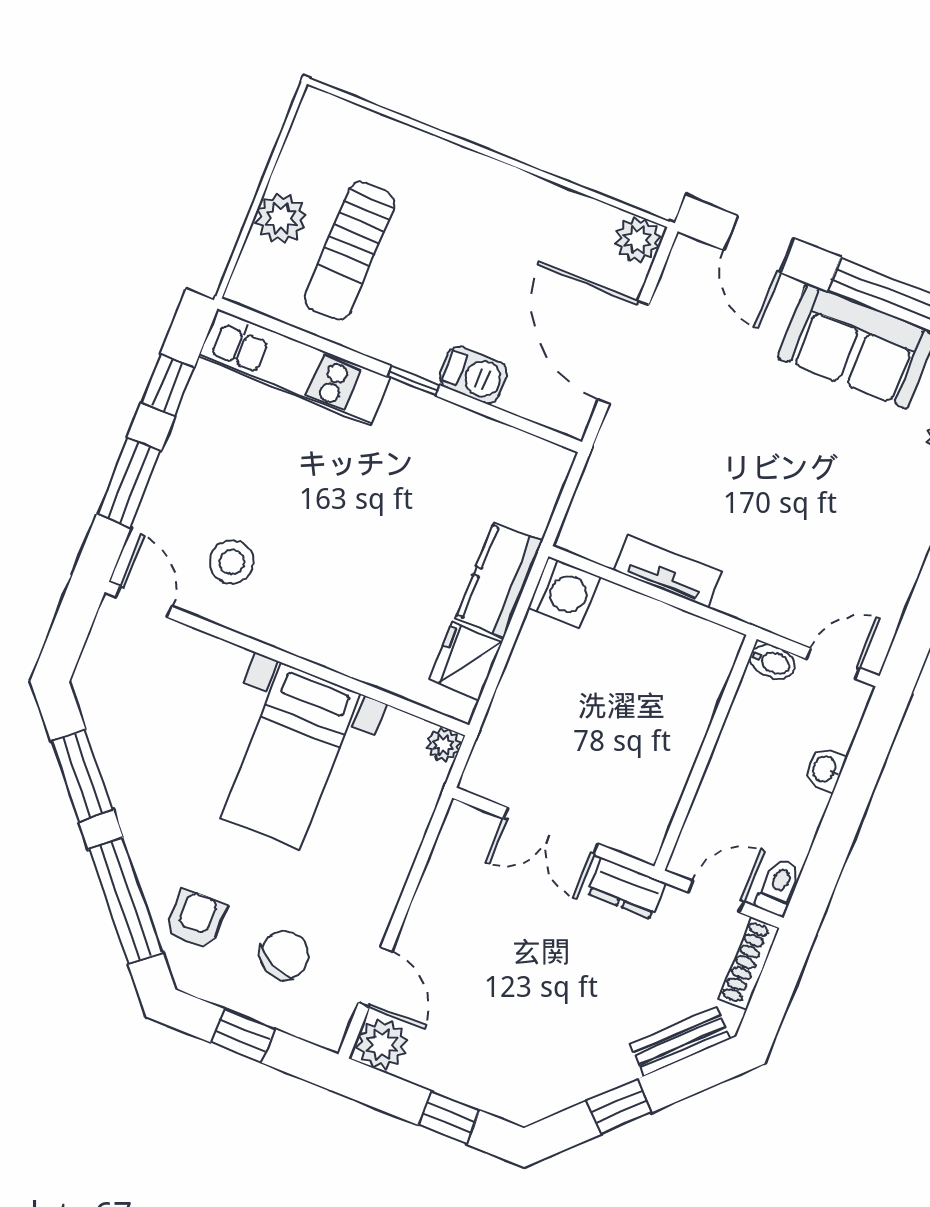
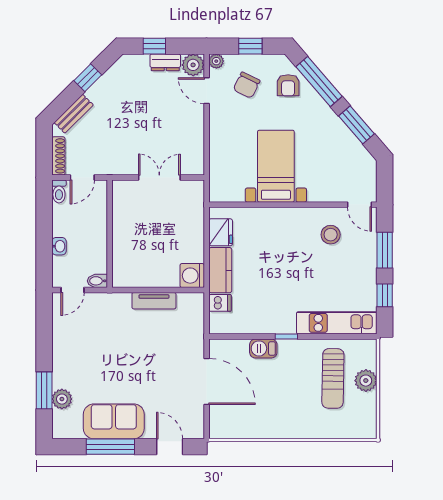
plant: (638, 240) -> (219, 429), removed
sun lounger: (350, 251) -> (333, 378), turned 180
dishwasher: (528, 510) -> (220, 303), added
plant: (443, 745) -> (216, 61), moved
dresser: (626, 888) -> (165, 62), moved, turned 180

